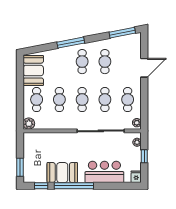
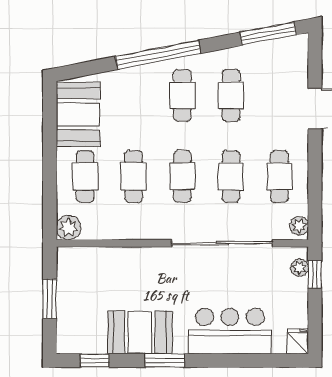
window: (71, 43) -> (158, 55), width x1.46
window: (144, 156) -> (315, 274), moved
window: (20, 167) -> (50, 299), moved
window: (74, 186) -> (165, 361), width x0.47

